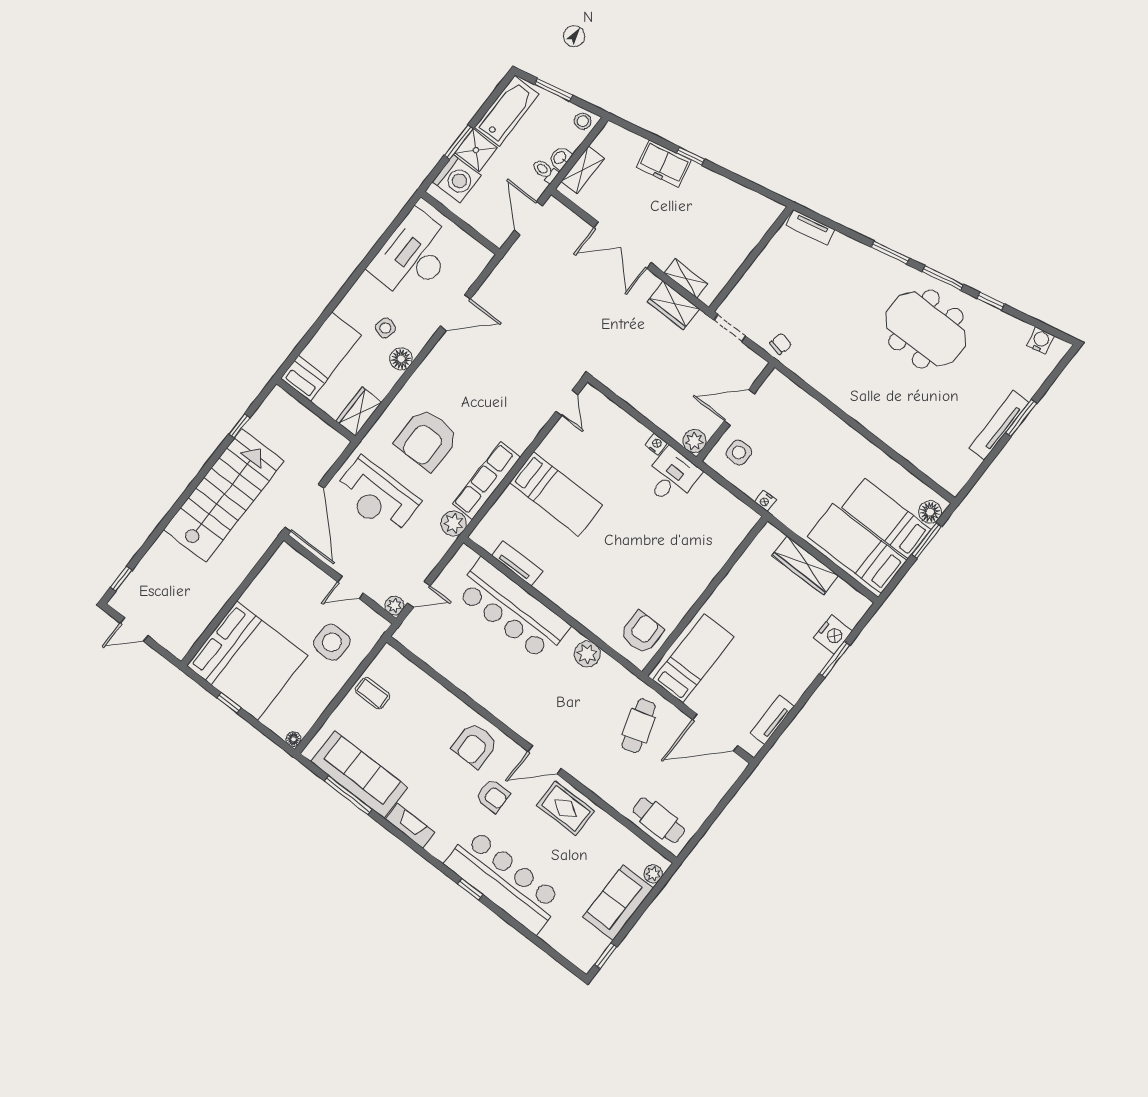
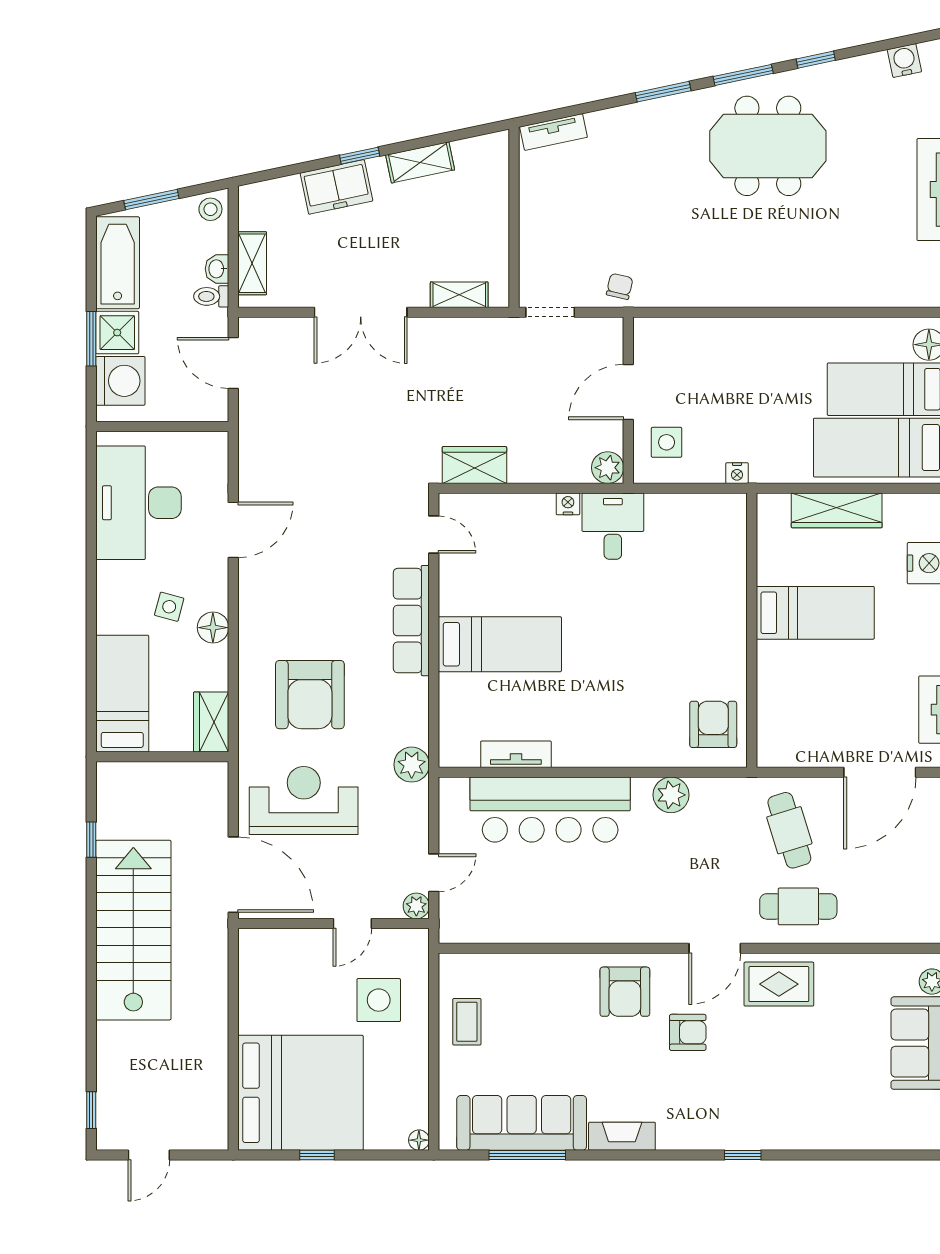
shelving: (722, 186) -> (420, 162), added
wardrobe: (673, 305) -> (474, 465), moved, turned 180
row of seats: (486, 481) -> (411, 621), moved
reception desk: (377, 497) -> (304, 800), turned 180
bed: (693, 658) -> (815, 613), moved, turned 90
coffee table: (372, 693) -> (467, 1022), turned 90
cafe table: (659, 820) -> (798, 906), moved
bar counter: (504, 881) -> (773, 1117), removed

